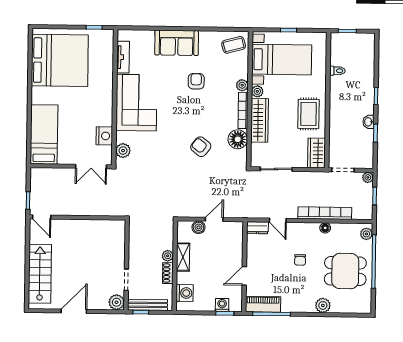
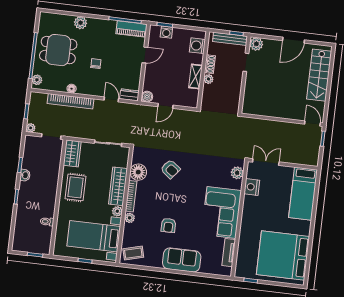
boiler: (199, 227) -> (147, 97), moved

